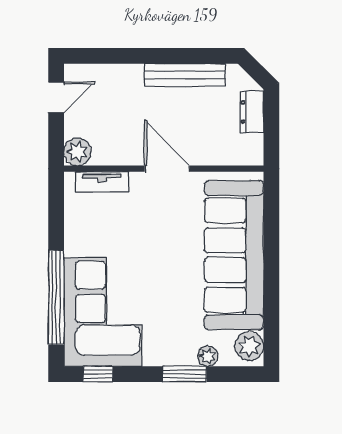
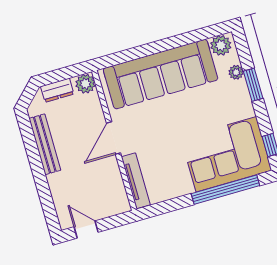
plant: (77, 152) -> (85, 84), moved
tv unit: (102, 182) -> (136, 181), width x1.41

